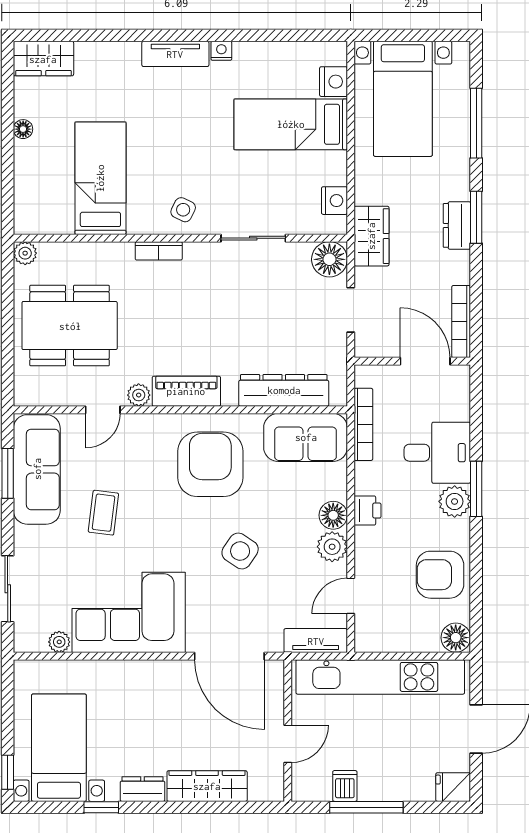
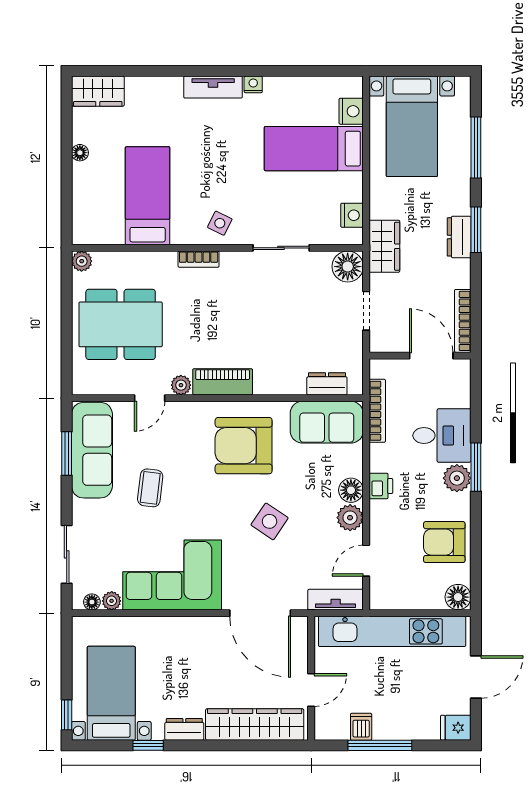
dresser: (284, 390) -> (327, 384), width x0.51, depth x0.80
armchair: (210, 464) -> (244, 446), turned -90
floor lamp: (37, 643) -> (92, 602), added
wardrobe: (207, 786) -> (255, 724), width x1.40, depth x1.17

